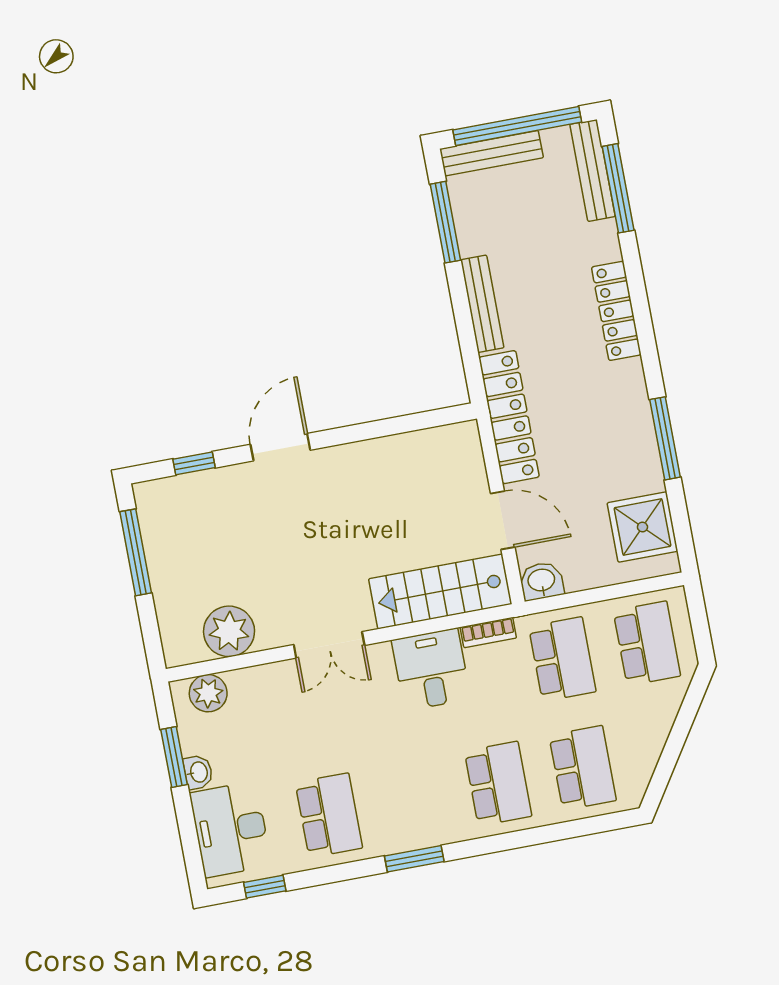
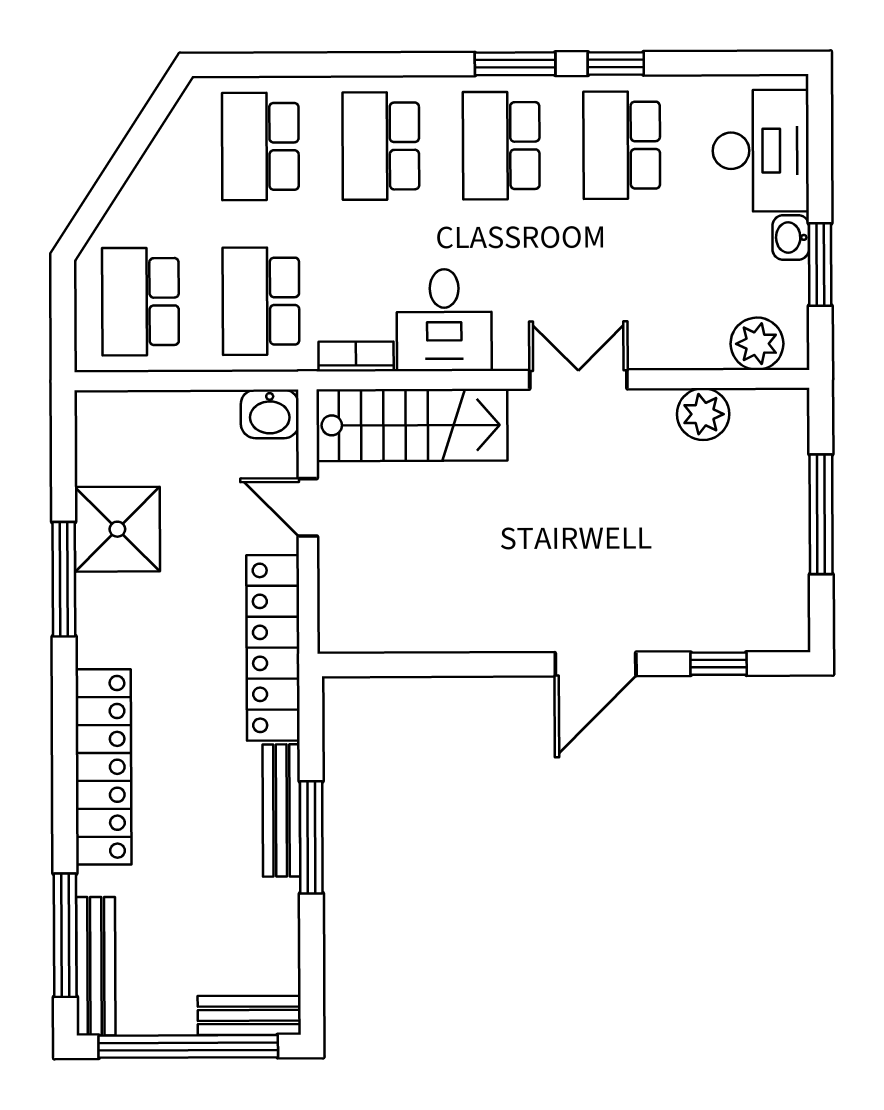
bench: (492, 153) -> (249, 1015), width x0.73
window: (445, 222) -> (311, 837), moved
locker: (616, 311) -> (103, 767), width x1.41, depth x1.21
door: (503, 520) -> (308, 507), width x0.73
shower: (642, 527) -> (117, 529), moved
window: (136, 552) -> (821, 514), moved
plant: (229, 631) -> (703, 414), width x0.73, depth x0.73
school desk: (413, 799) -> (501, 146), added
window: (265, 887) -> (616, 63), moved

